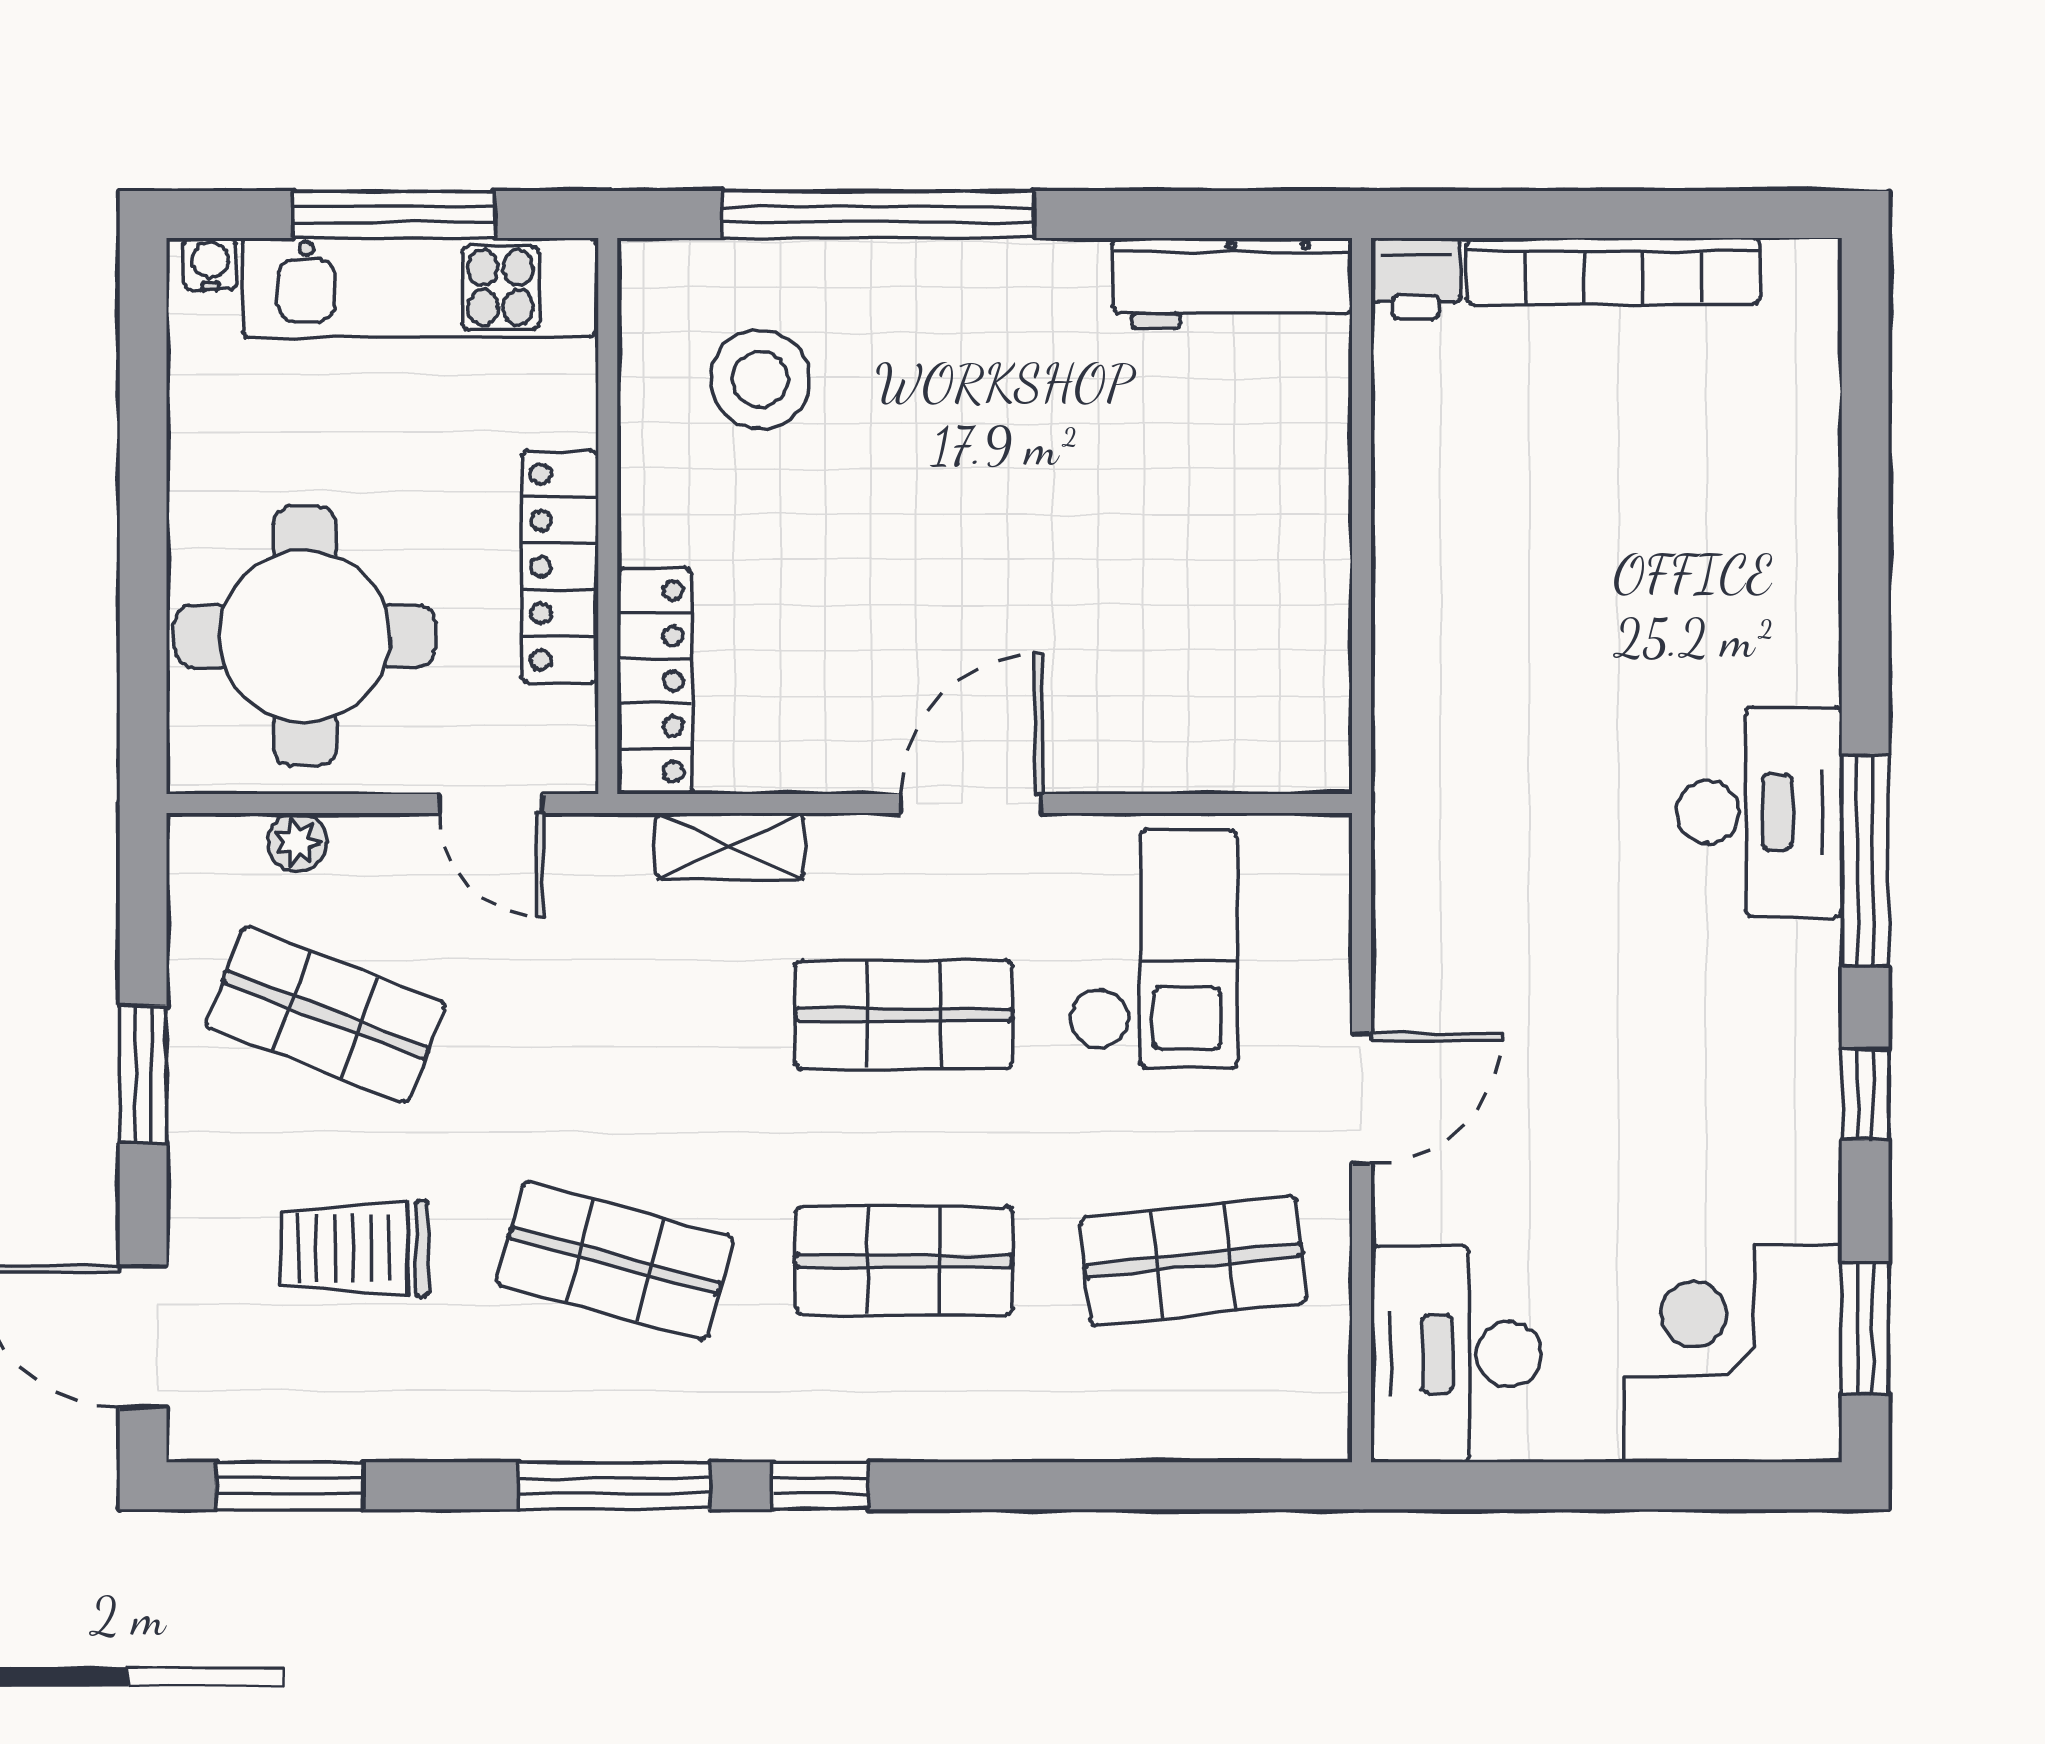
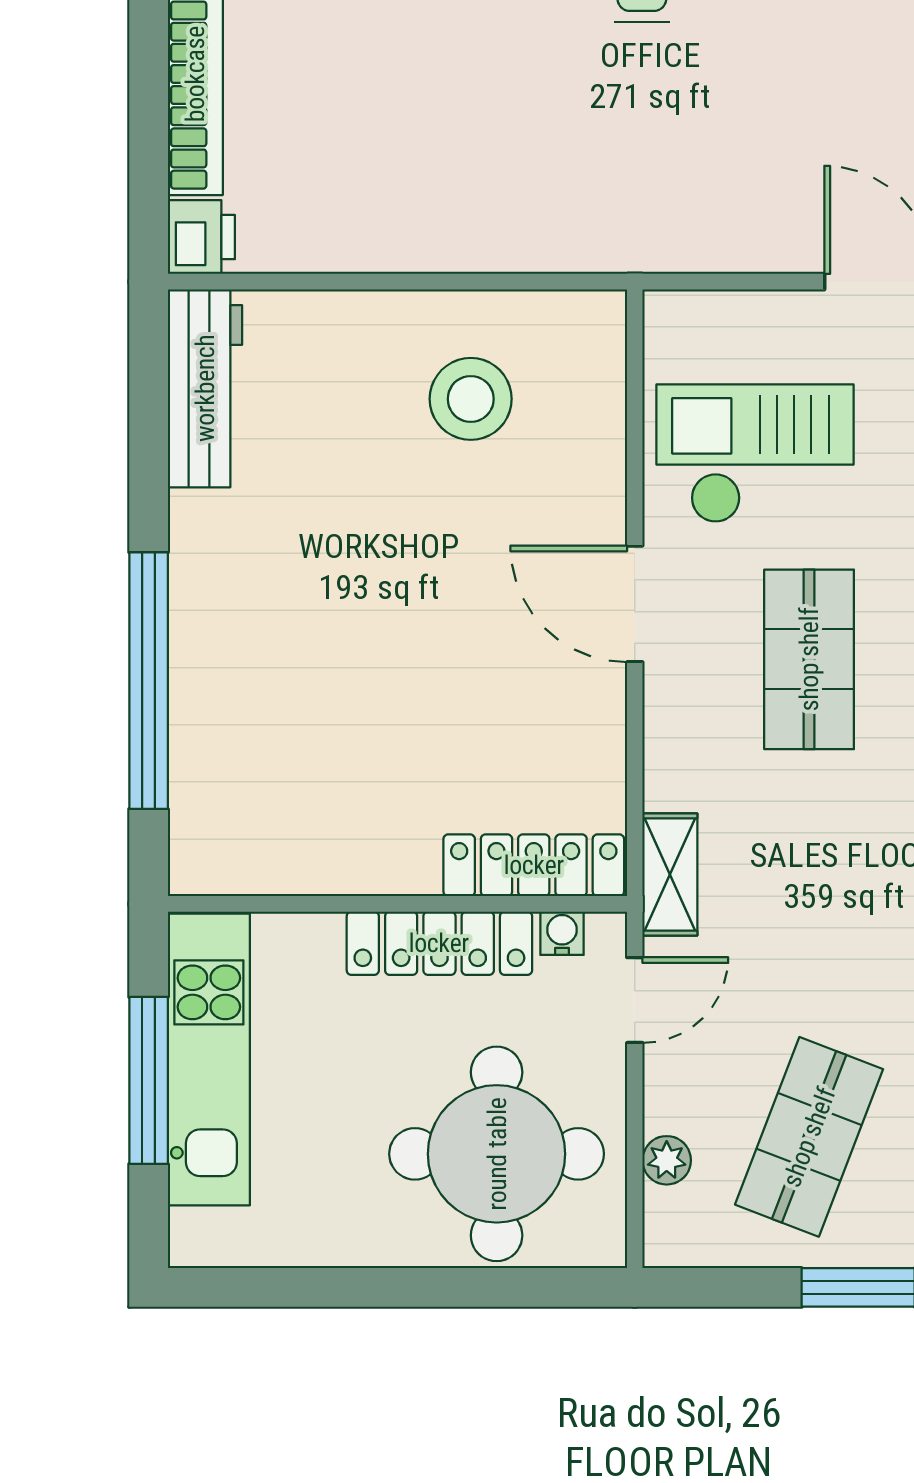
water cooler: (210, 264) -> (562, 933), moved, turned 90
stool: (760, 379) -> (471, 399), moved
shelving: (730, 846) -> (670, 875), moved

